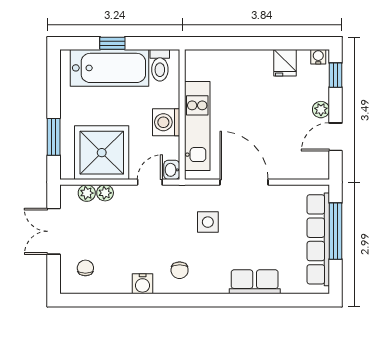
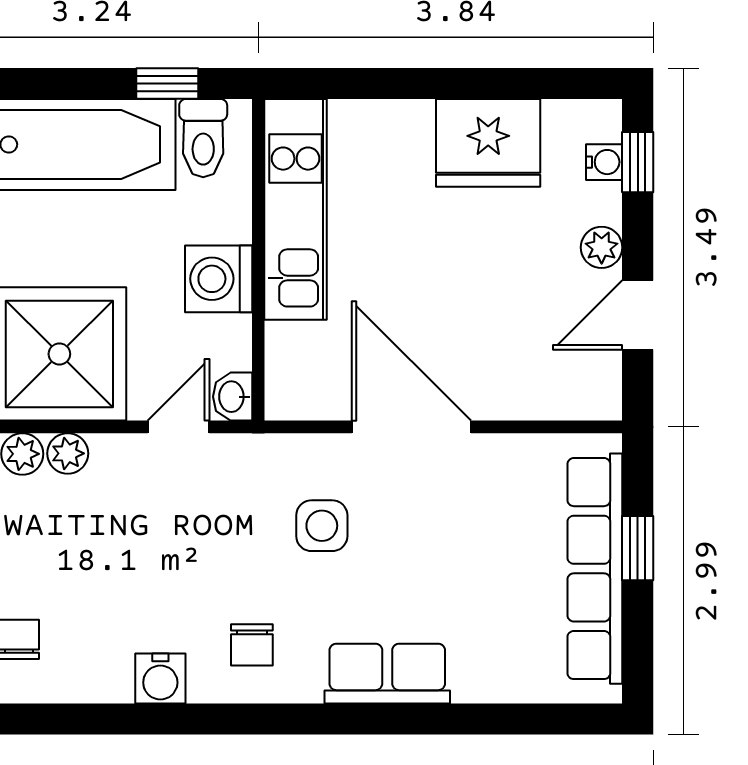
window: (112, 43) -> (167, 83), moved
water cooler: (318, 57) -> (604, 162), moved, turned 90
fridge: (285, 63) -> (488, 143), width x1.88, depth x1.34
kitchen unit: (197, 126) -> (296, 209), moved
window: (335, 231) -> (638, 548), width x0.46
row of seats: (255, 282) -> (387, 674), moved

